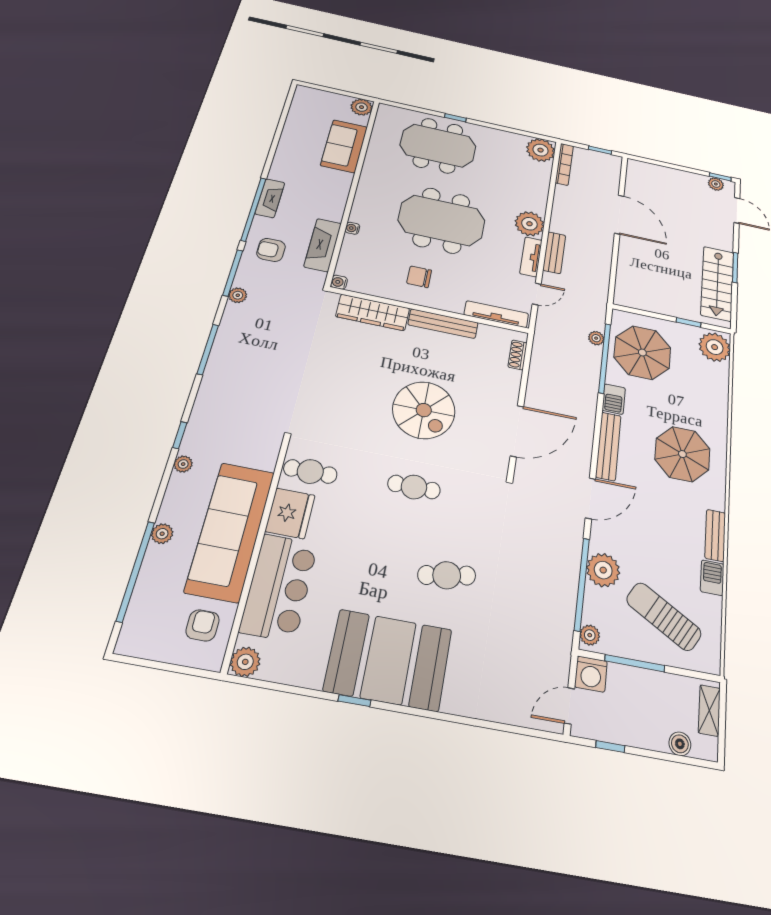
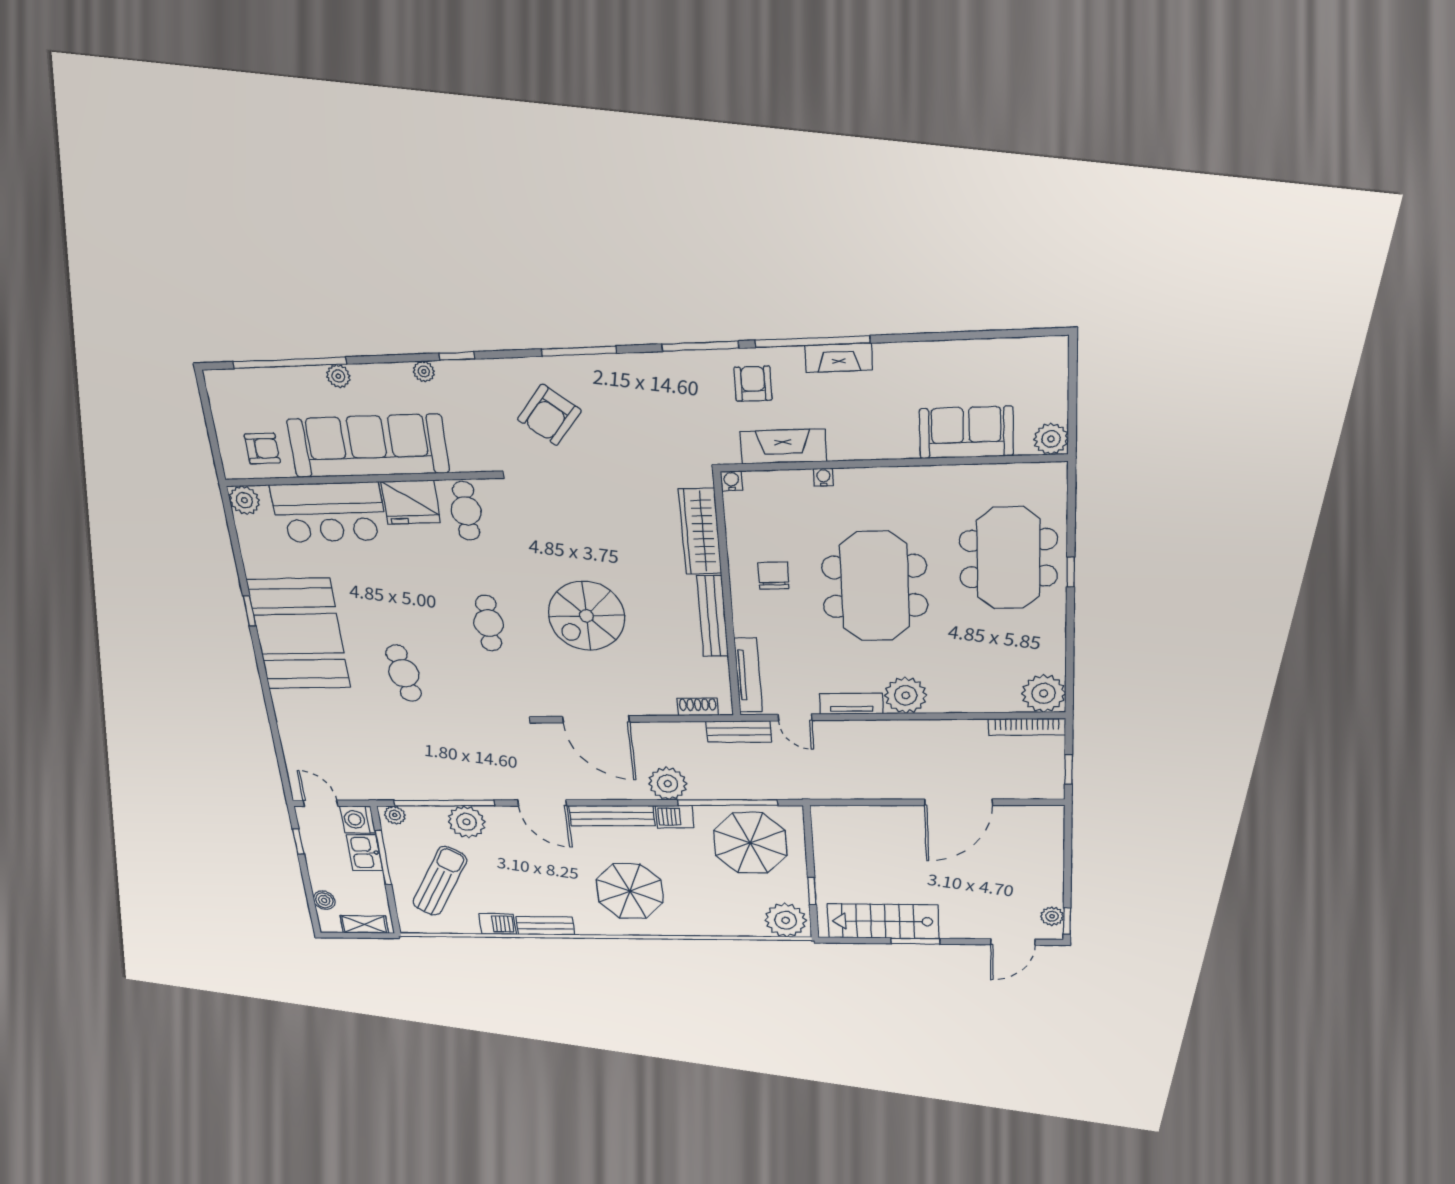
bench: (554, 253) -> (739, 732), moved
plant: (238, 295) -> (669, 363), removed
plant: (596, 338) -> (668, 784), moved, width x1.88, depth x1.88
armchair: (250, 385) -> (549, 415), added
kitchen sink: (628, 681) -> (364, 853), added

